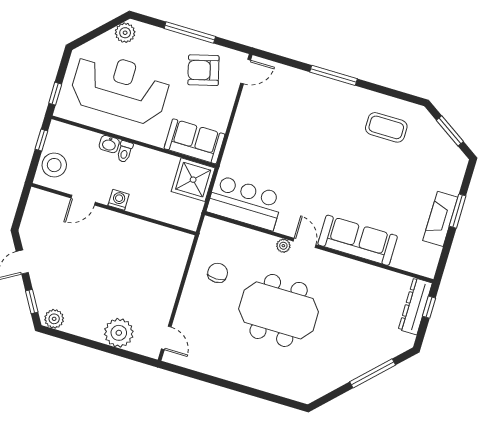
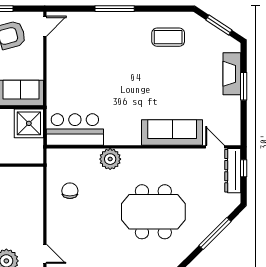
fireplace: (440, 219) -> (232, 74), moved
door: (305, 243) -> (215, 147), moved
plant: (283, 246) -> (110, 159), width x1.87, depth x1.87
meeting table: (279, 310) -> (153, 212), moved

